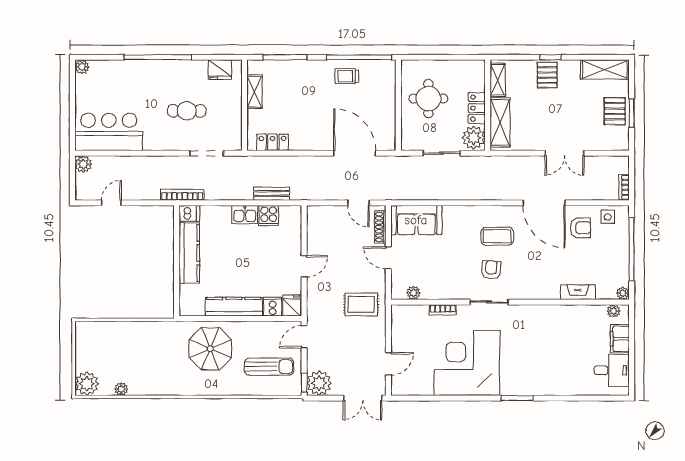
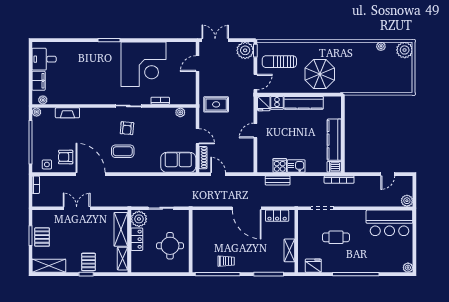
door: (355, 153) -> (247, 208), moved

